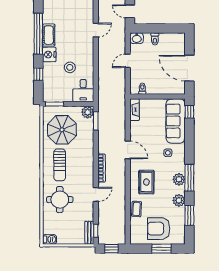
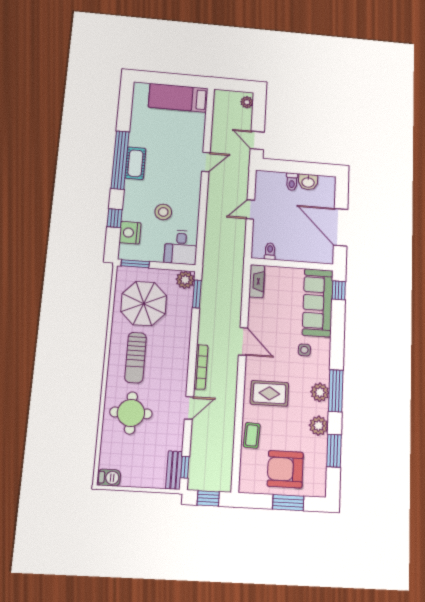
washbasin: (137, 38) -> (308, 182), moved
nightstand: (49, 55) -> (130, 233), moved
rug: (146, 182) -> (269, 393), turned 90

